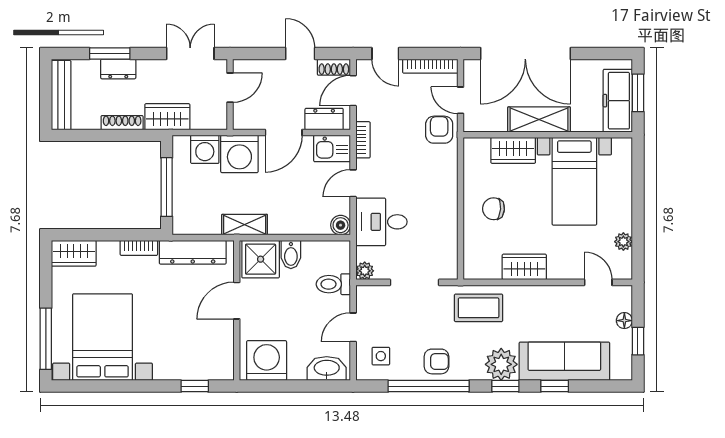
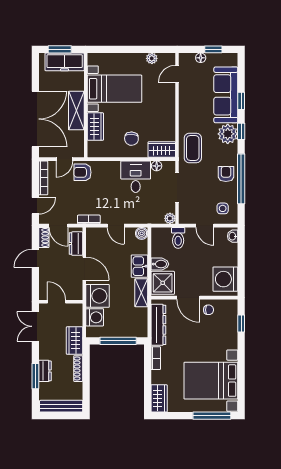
kitchen sink: (332, 148) -> (139, 266), moved, turned 180
desk: (381, 222) -> (136, 177), moved, turned 180
floor lamp: (450, 249) -> (157, 166), added
wardrobe: (524, 267) -> (162, 150), moved, turned 90
chair: (217, 333) -> (209, 310), added
washbasin: (327, 369) -> (233, 236), width x0.52, depth x0.69

